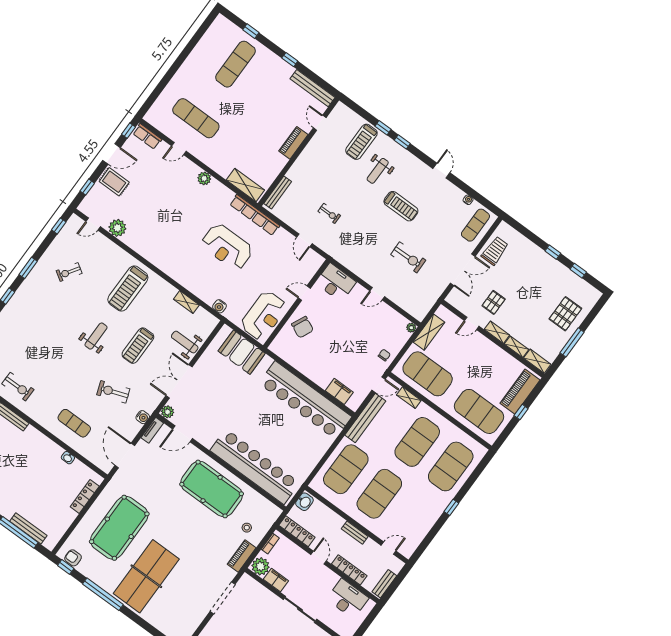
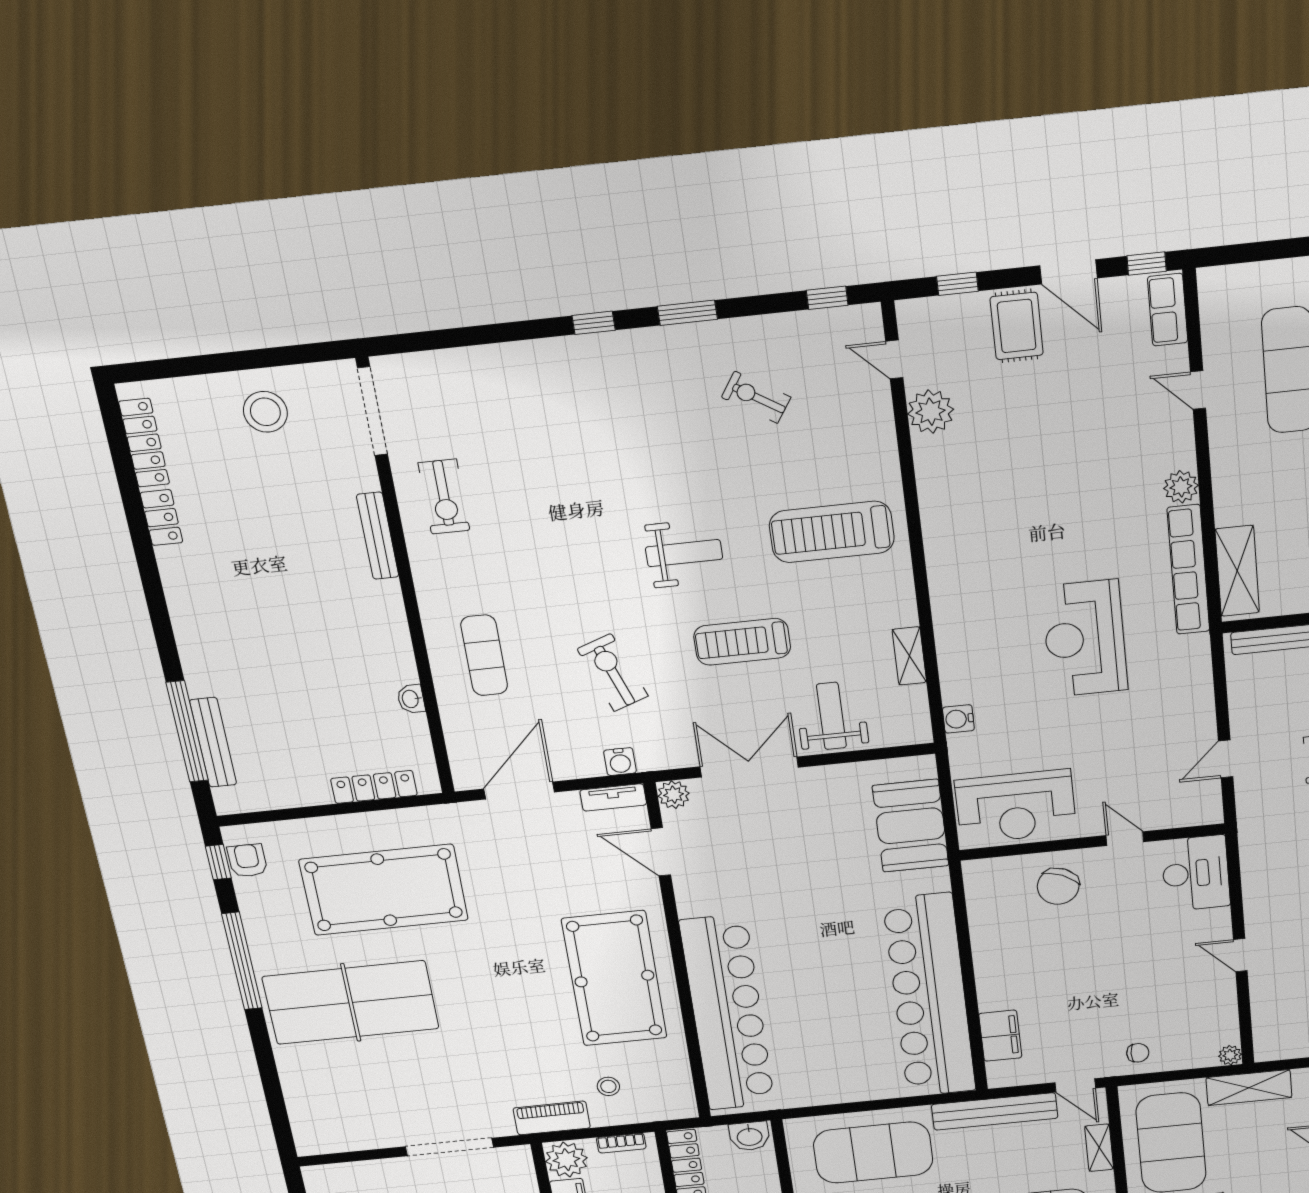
row of seats: (255, 215) -> (1188, 570), moved

